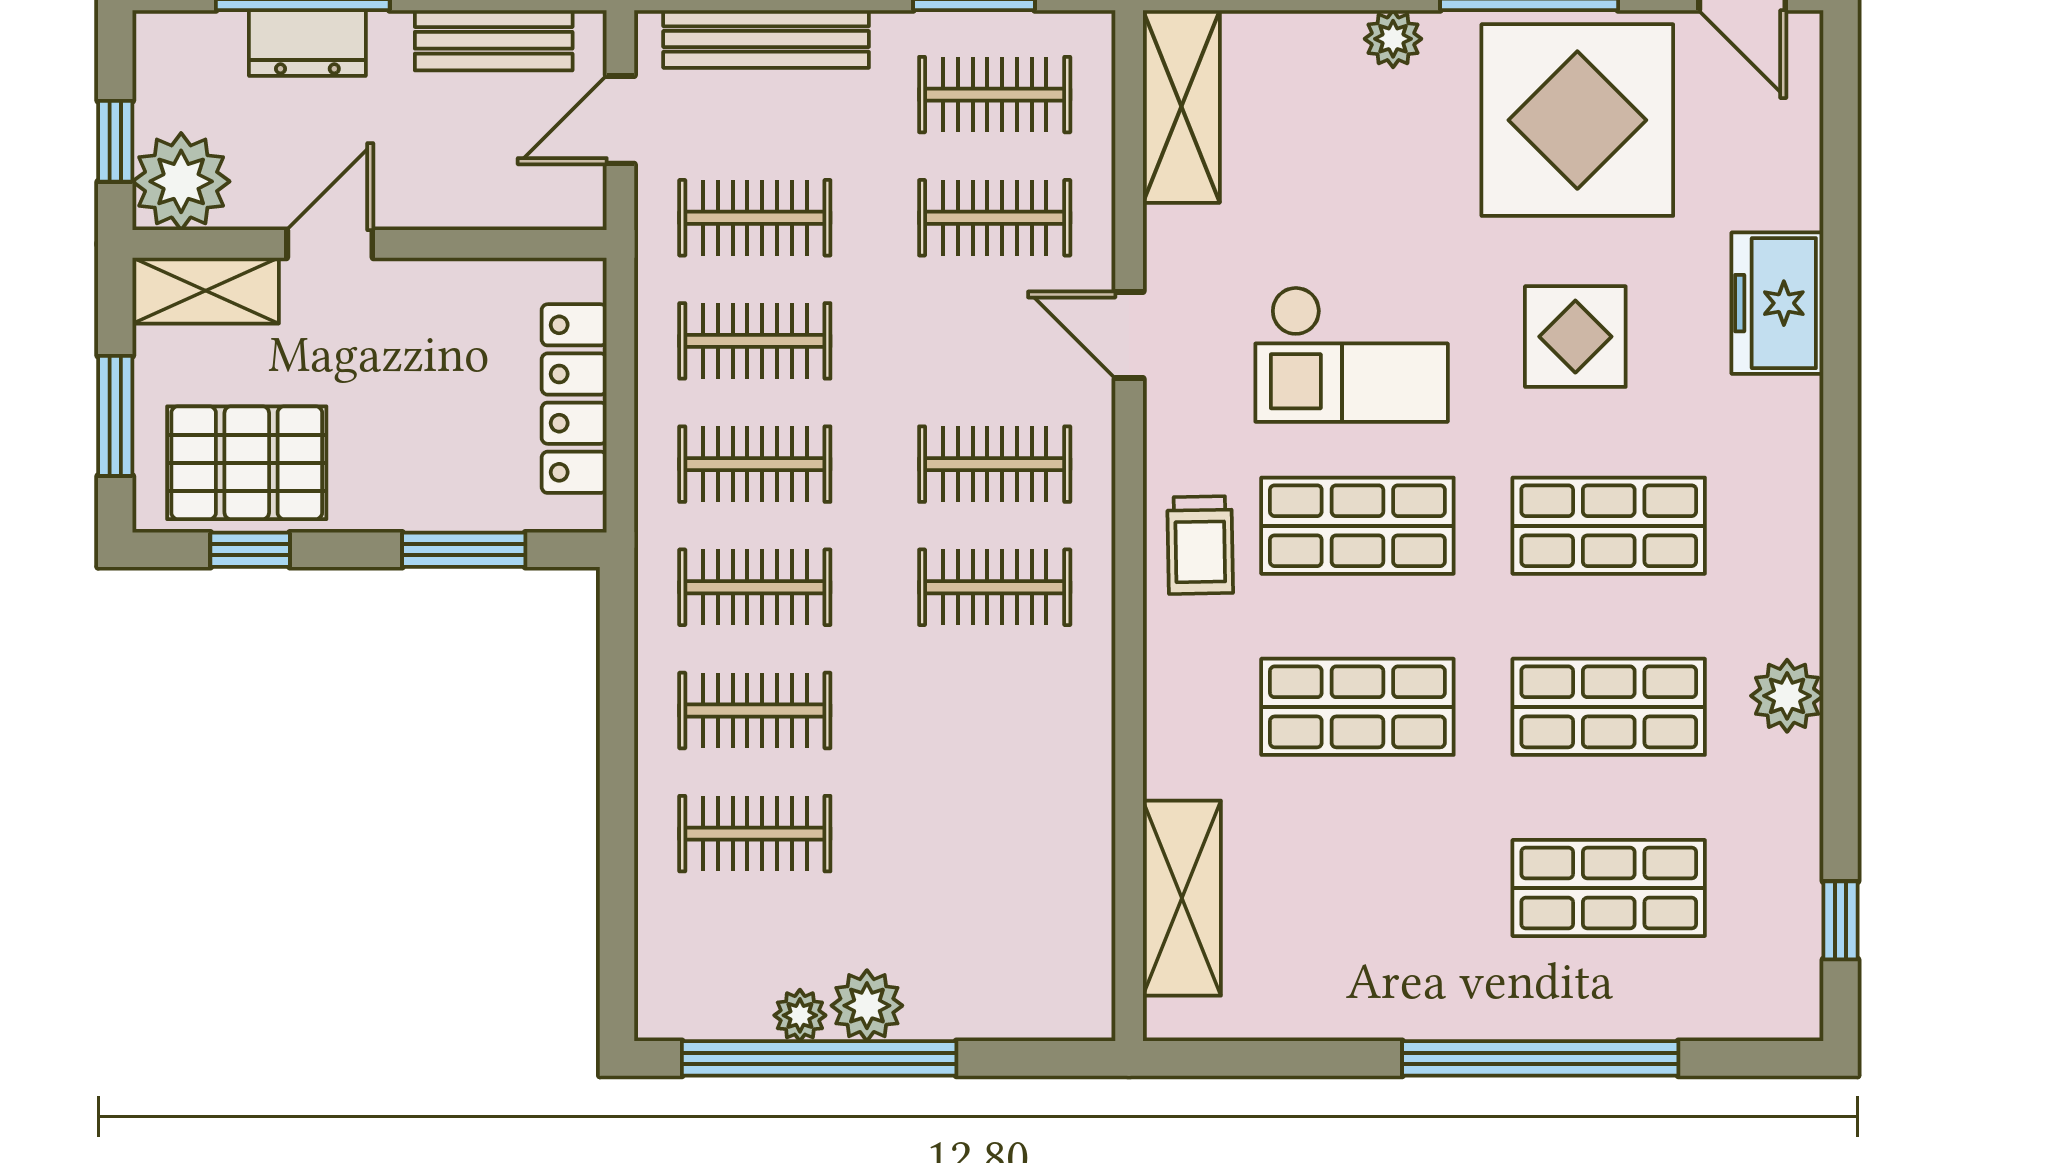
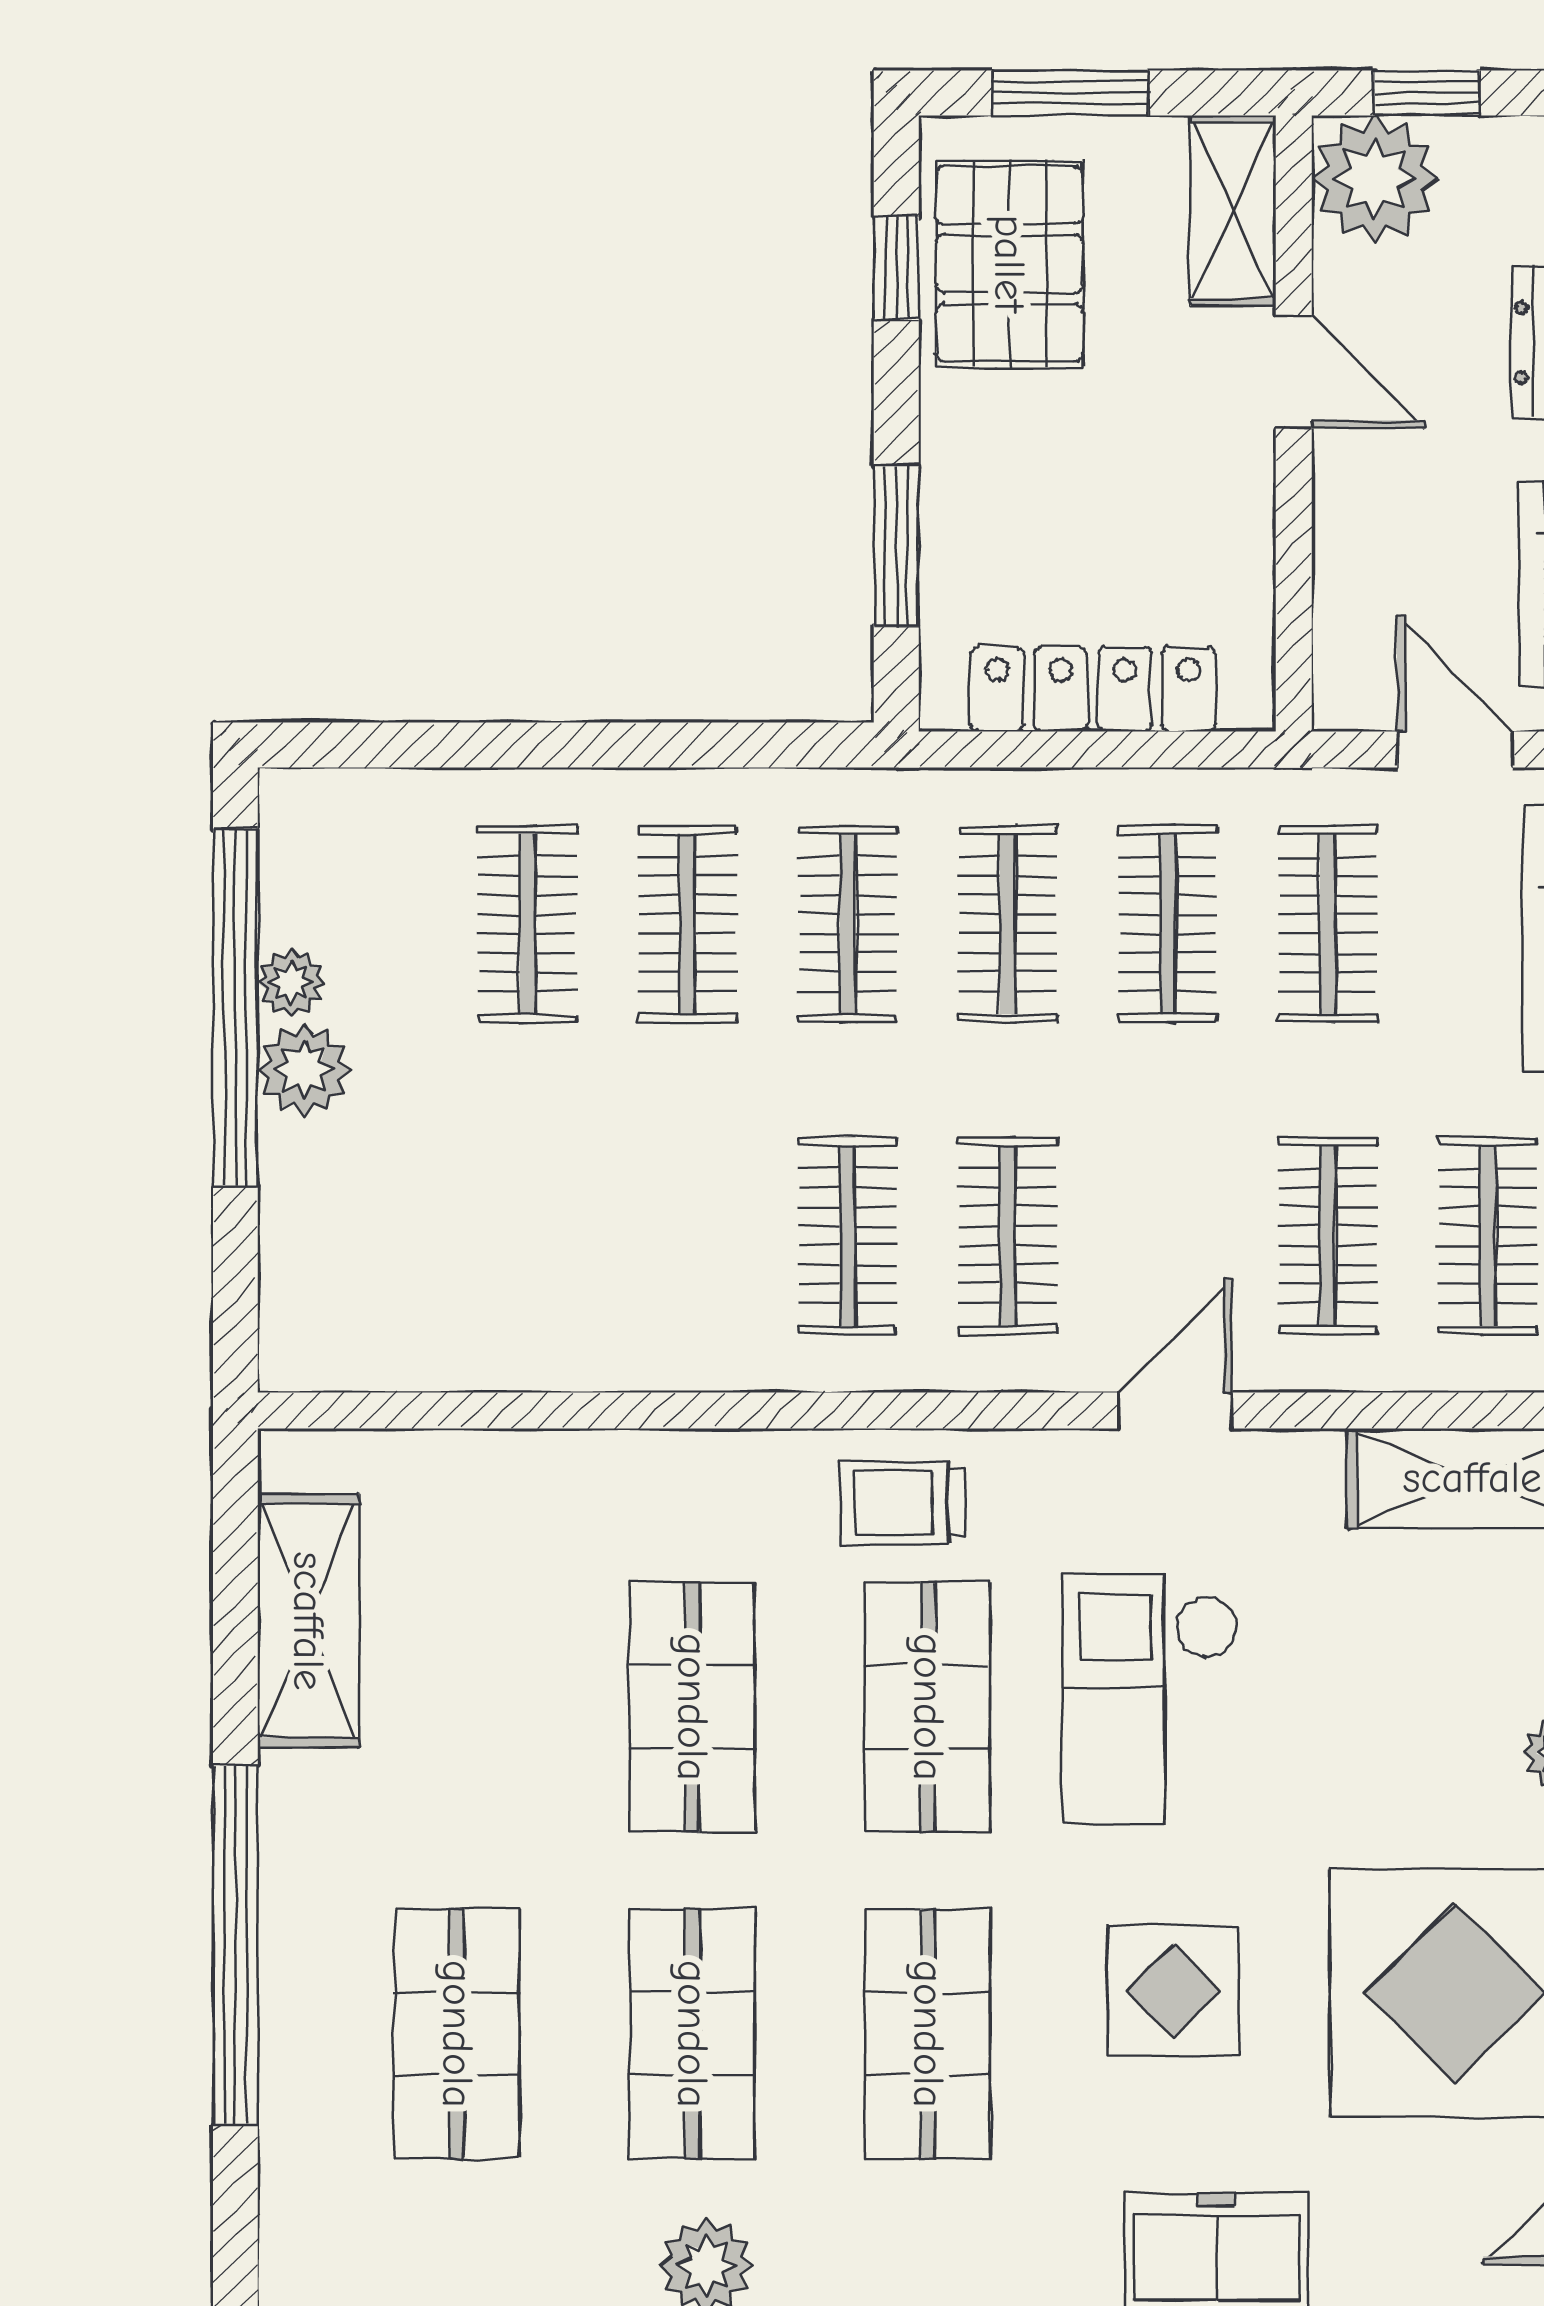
shelving: (1182, 898) -> (308, 1621), moved, turned 90

